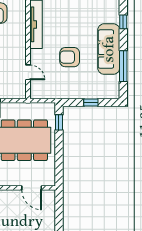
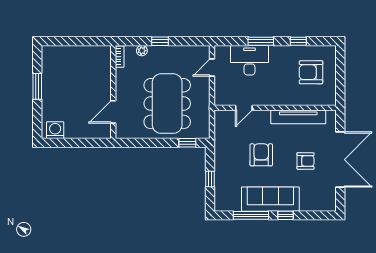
armchair: (75, 18) -> (305, 161), added
window: (123, 22) -> (285, 215), moved

